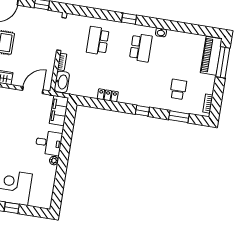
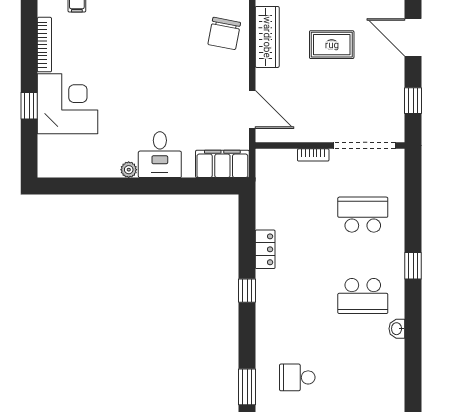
washbasin: (62, 82) -> (276, 161), removed
school desk: (178, 89) -> (297, 377), turned 180
window: (142, 111) -> (247, 291), moved

